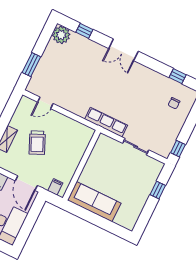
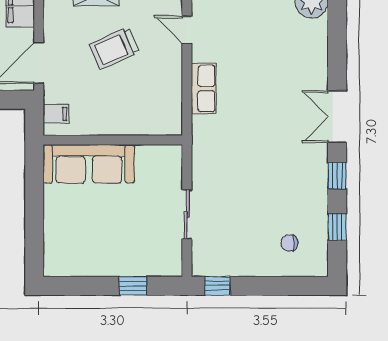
window: (84, 31) -> (337, 176), moved
row of seats: (106, 122) -> (204, 89), moved, width x0.68
sofa: (94, 202) -> (89, 164), moved, turned 90

